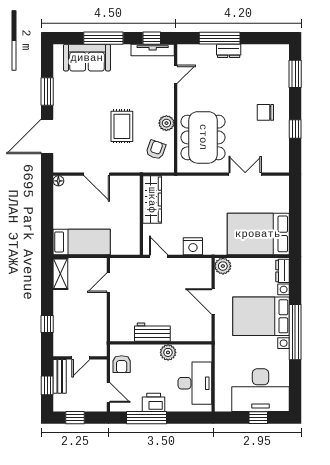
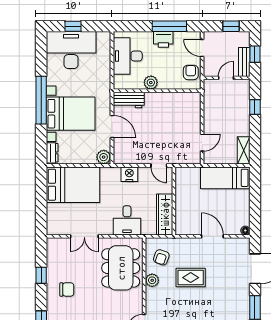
rug: (122, 126) -> (191, 278), turned 90
desk: (196, 193) -> (127, 220), added
workbench: (152, 332) -> (129, 100), moved

